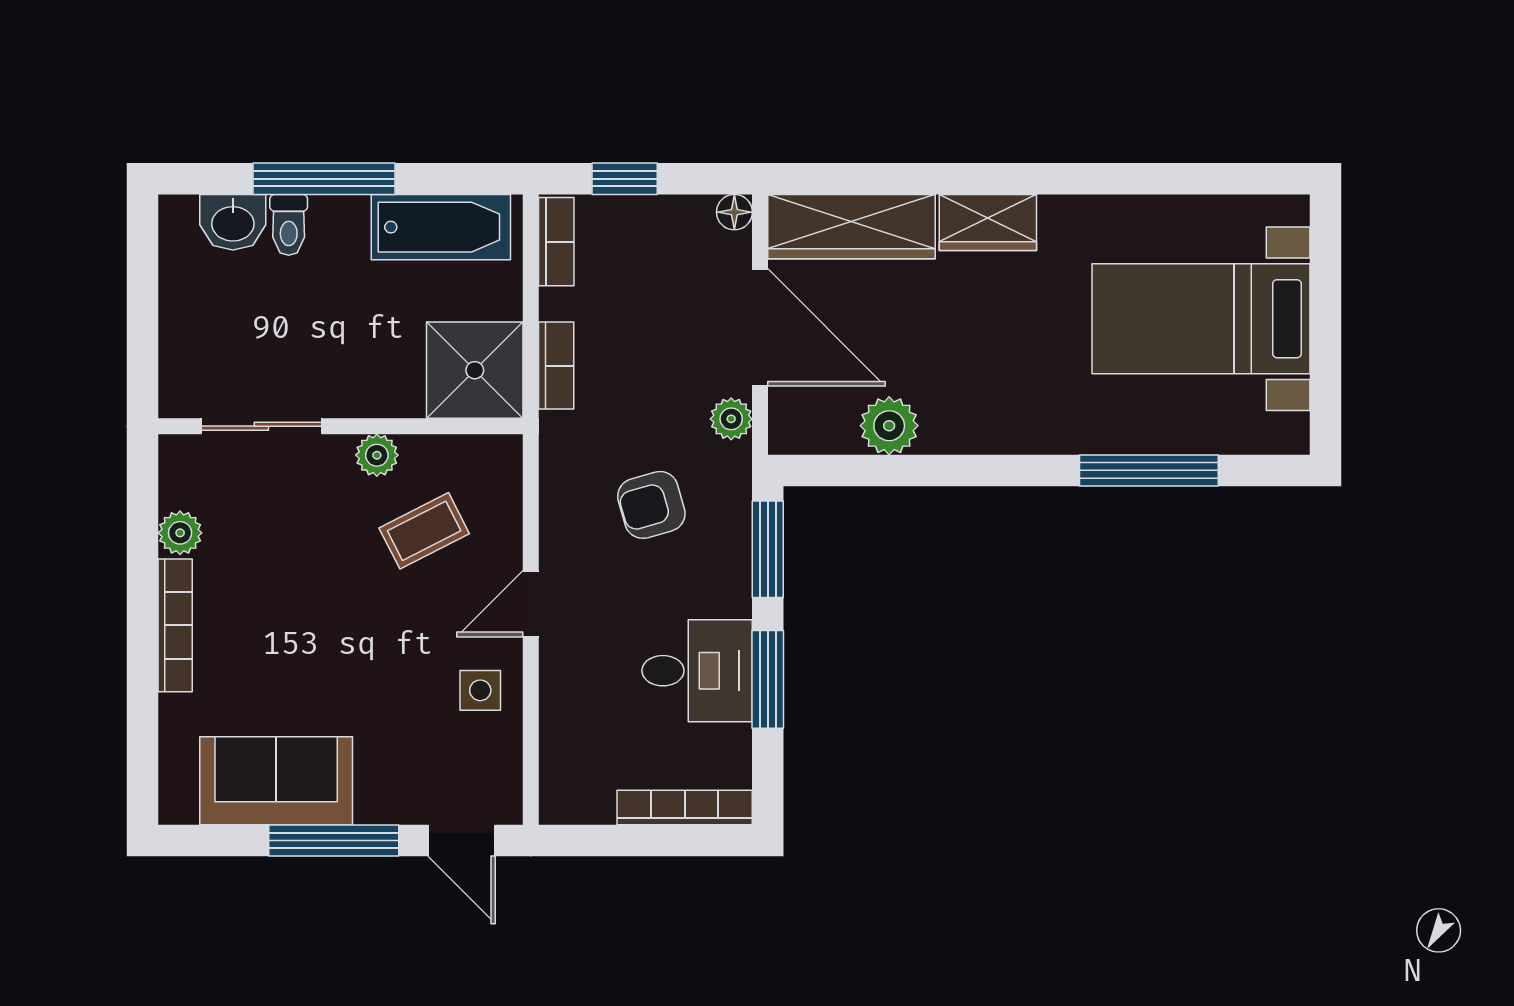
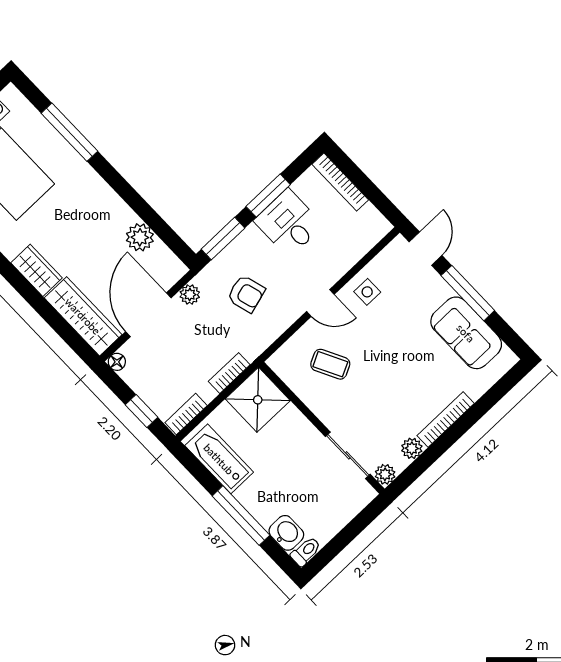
toilet: (289, 225) -> (306, 551), moved
plant: (377, 455) -> (385, 474), moved

